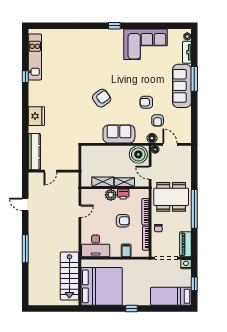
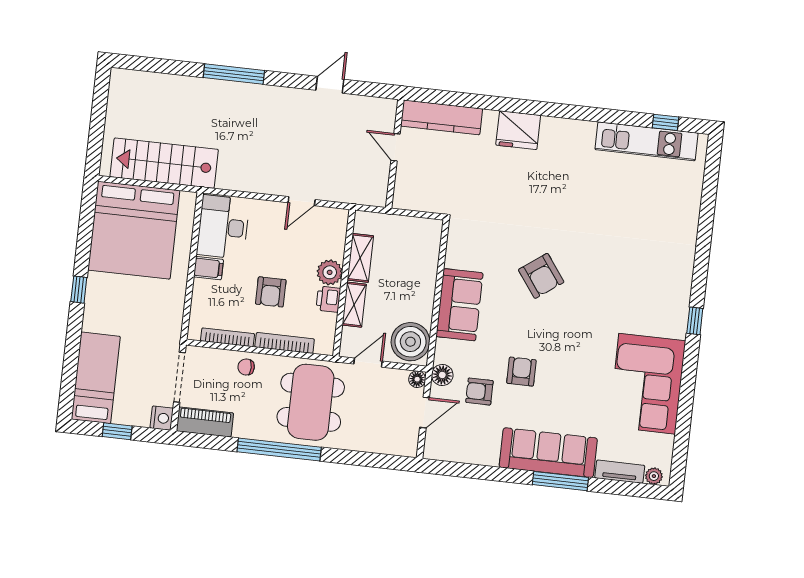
window: (25, 77) -> (665, 122), moved
door: (80, 211) -> (302, 201), hinge flipped
filing cabinet: (126, 250) -> (208, 268), moved

